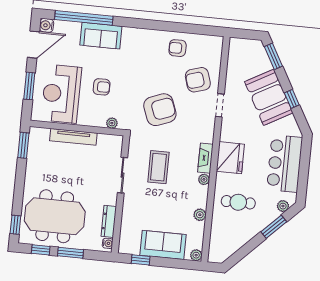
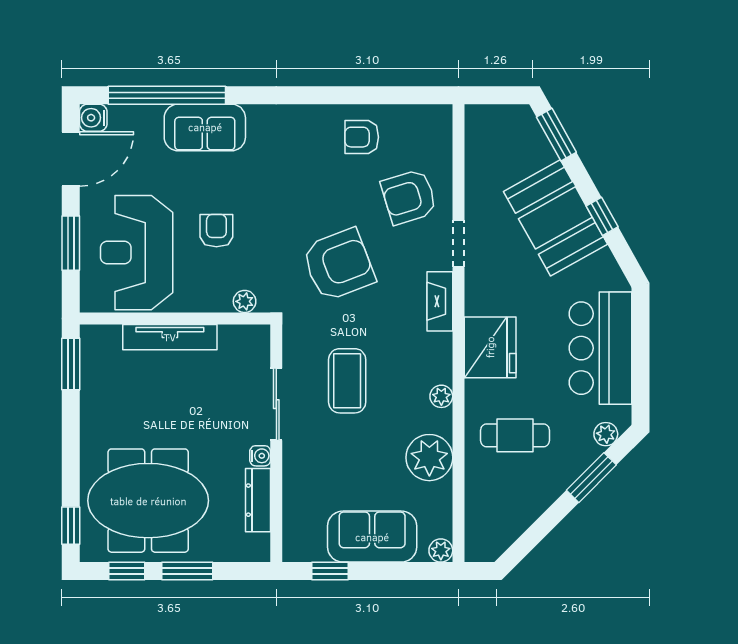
armchair: (102, 87) -> (216, 231), turned -90
fireplace: (205, 158) -> (440, 301), moved
plant: (200, 215) -> (429, 458), width x1.87, depth x1.87
water cooler: (108, 243) -> (260, 456), moved

